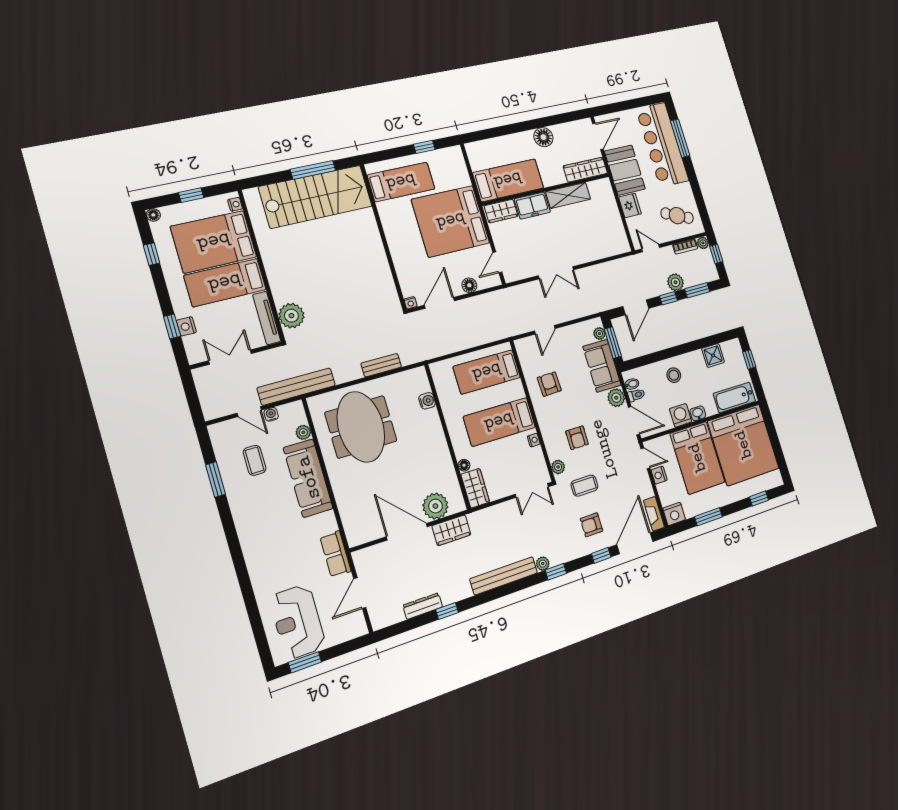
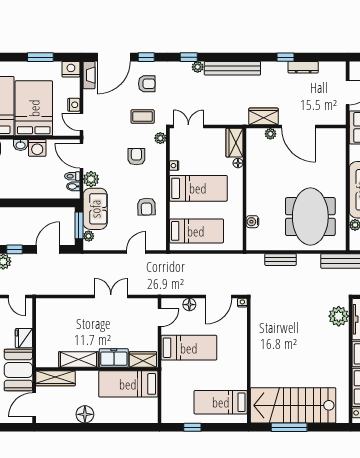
bed: (451, 221) -> (189, 348), width x0.49
stool: (674, 375) -> (32, 183), removed
plant: (435, 506) -> (270, 134), width x0.53, depth x0.53

